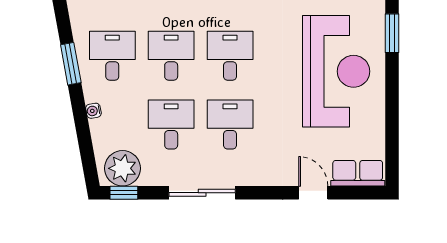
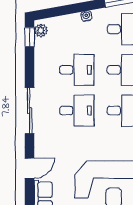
plant: (123, 168) -> (41, 30), width x0.53, depth x0.53
sliding door: (202, 193) -> (30, 111), moved

